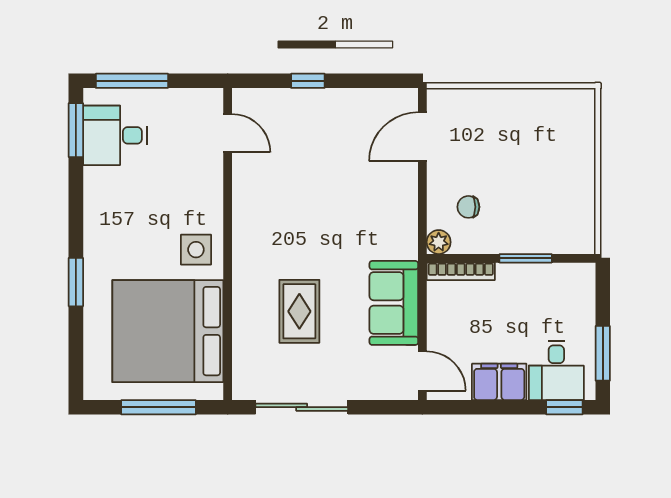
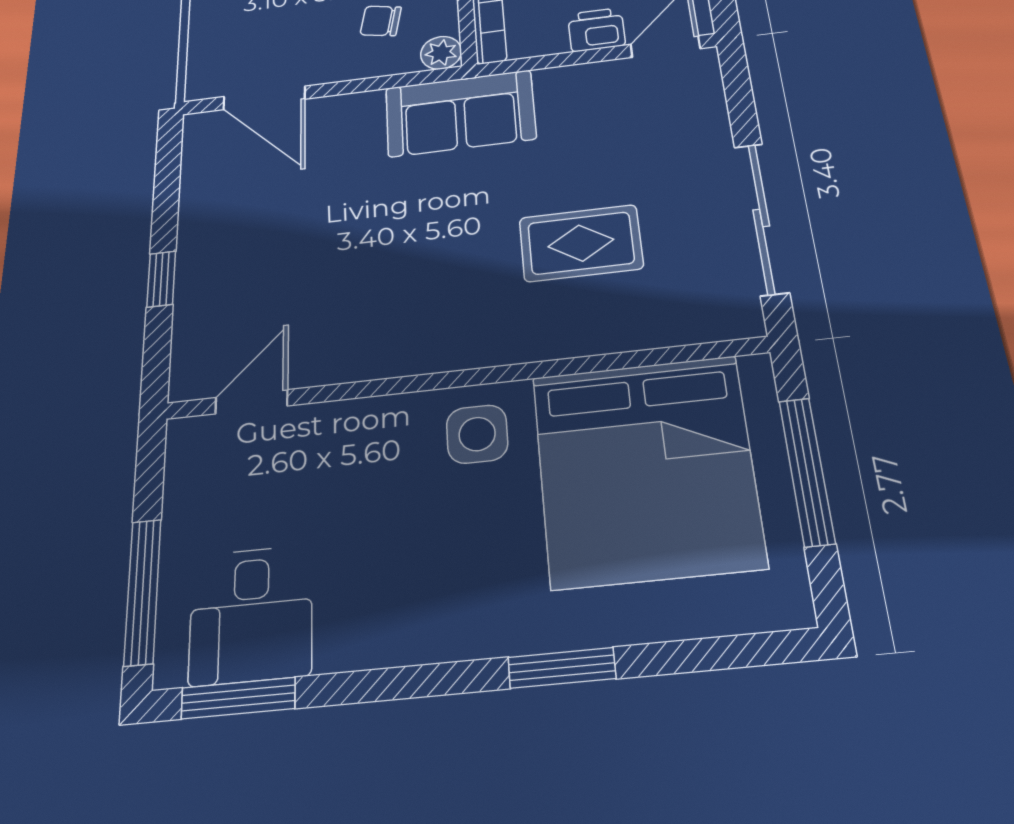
chair: (468, 207) -> (381, 21), turned 101
sofa: (394, 303) -> (460, 113), moved
printer: (441, 333) -> (596, 30), added

